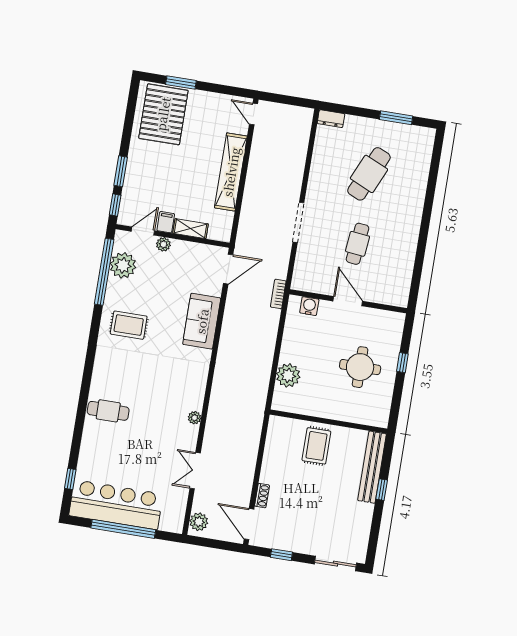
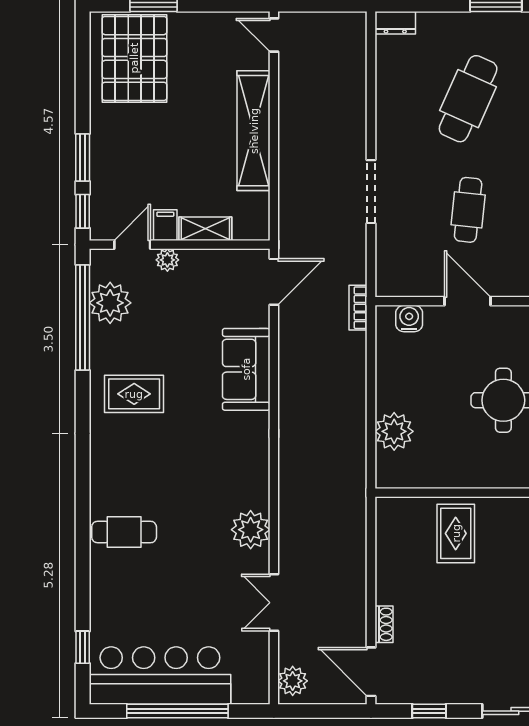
plant: (195, 418) -> (251, 530), width x1.88, depth x1.88

